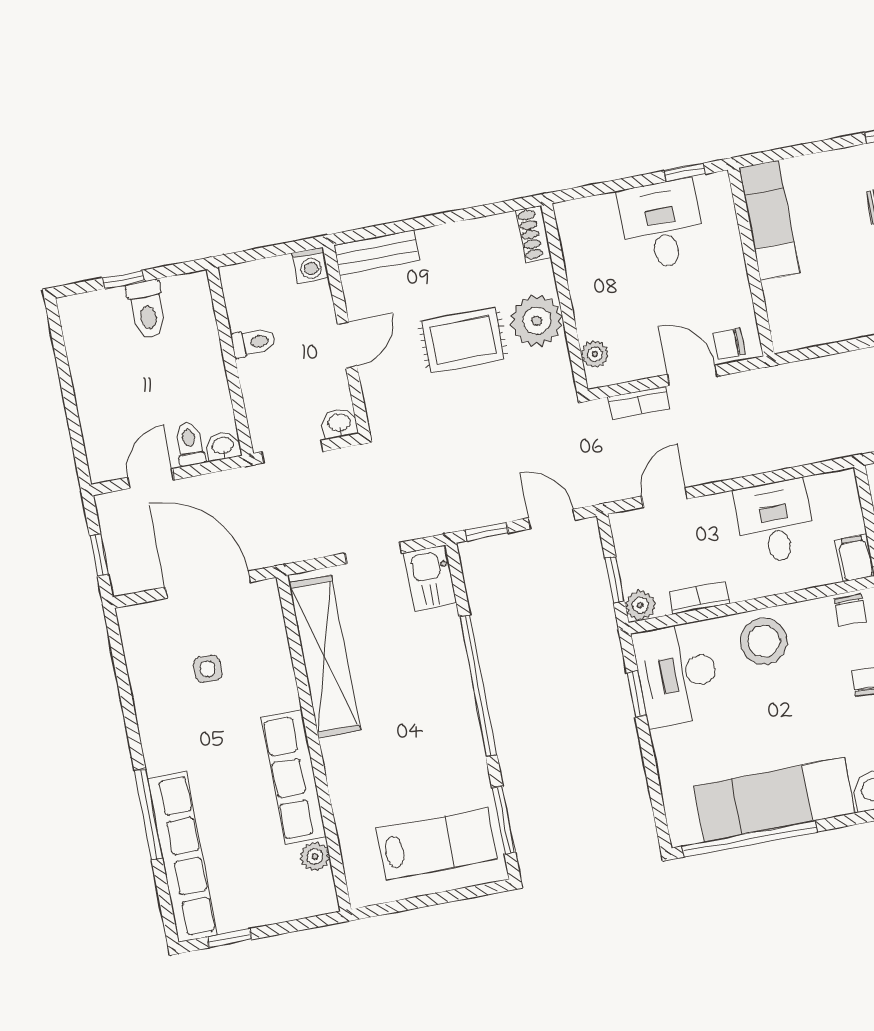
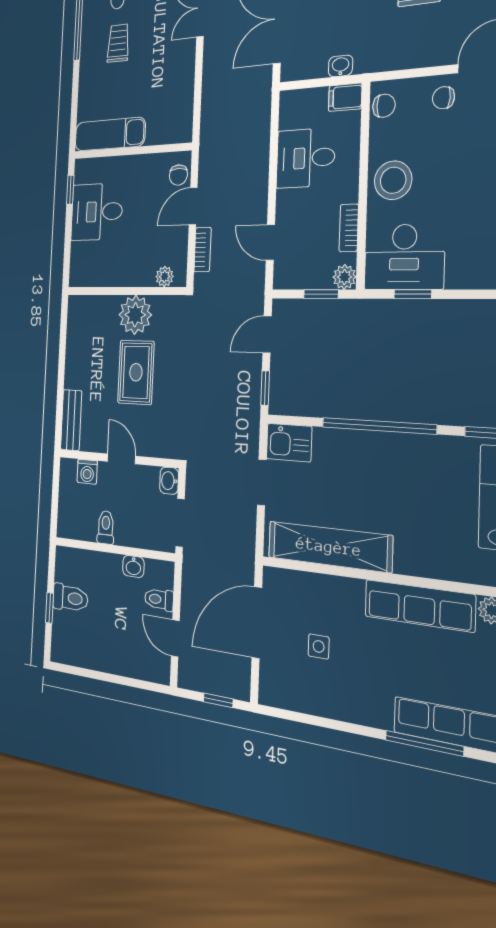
shoe rack: (534, 234) -> (83, 304), removed
washing machine: (311, 265) -> (87, 472), moved, turned 90
washbasin: (223, 446) -> (133, 566), moved, turned -90

